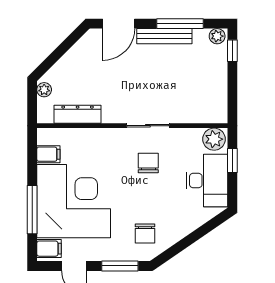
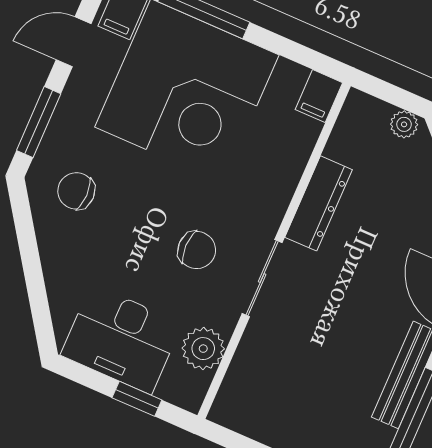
dresser: (78, 114) -> (318, 203), moved
plant: (214, 139) -> (203, 349), moved
filing cabinet: (48, 154) -> (319, 96), moved

